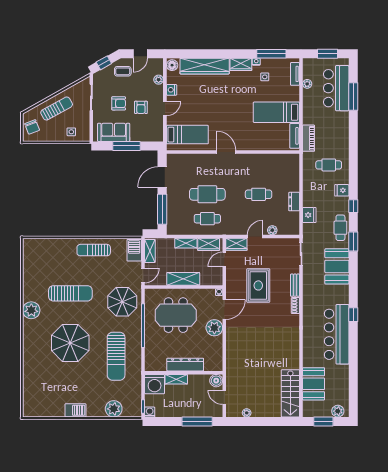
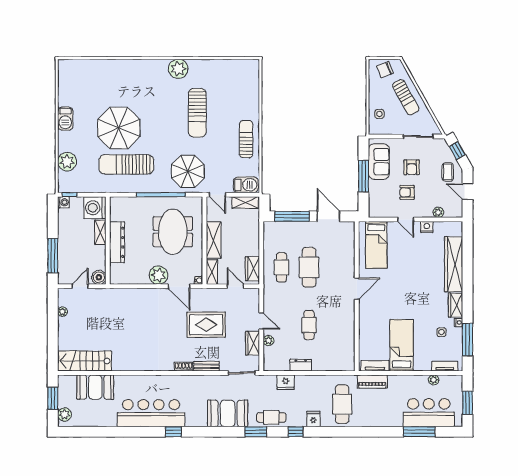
floor lamp: (172, 65) -> (455, 228), removed
cafe table: (329, 165) -> (342, 404), width x1.37, depth x1.35
shelving: (186, 243) -> (212, 272), moved
wardrobe: (236, 244) -> (253, 343), moved
parasol: (70, 343) -> (119, 128), moved

